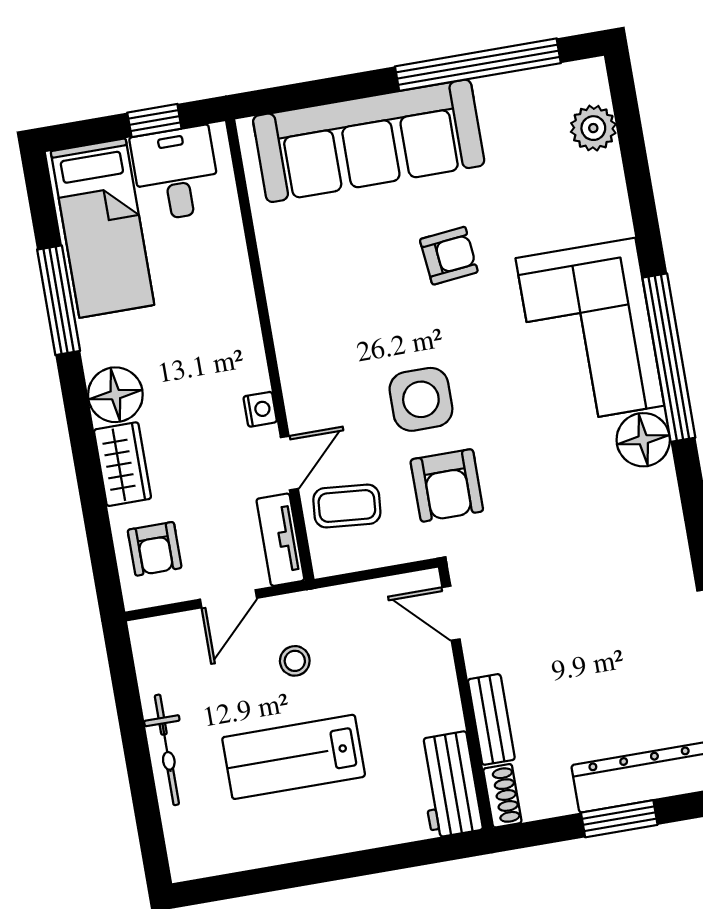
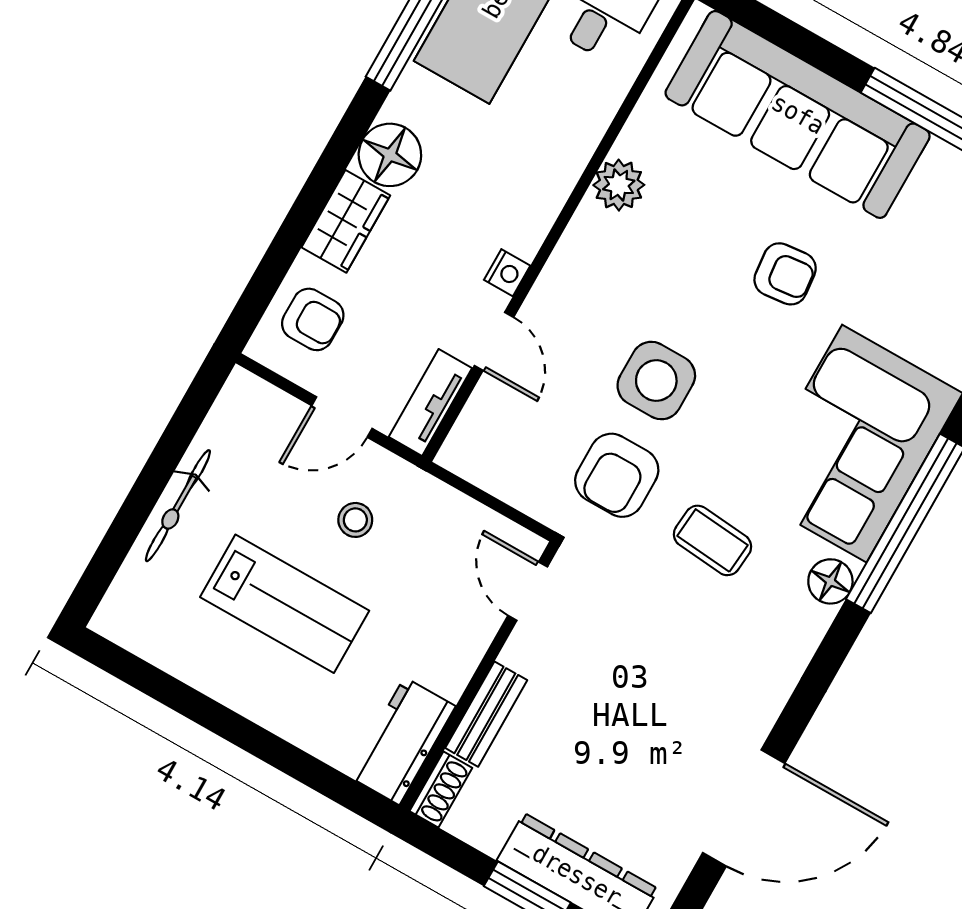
plant: (287, 288) -> (619, 185), added
floor lamp: (643, 440) -> (830, 581), width x0.73, depth x0.73
door: (289, 463) -> (494, 341), hinge flipped
coffee table: (347, 506) -> (713, 540), moved
armchair: (155, 549) -> (313, 319), turned -90
lab bench: (294, 757) -> (285, 604), turned 180

